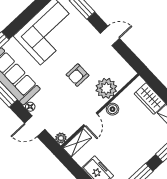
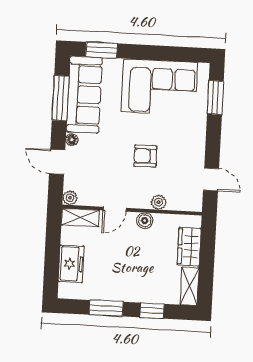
door: (110, 36) -> (211, 179), moved
plant: (106, 88) -> (159, 202), width x0.53, depth x0.53

